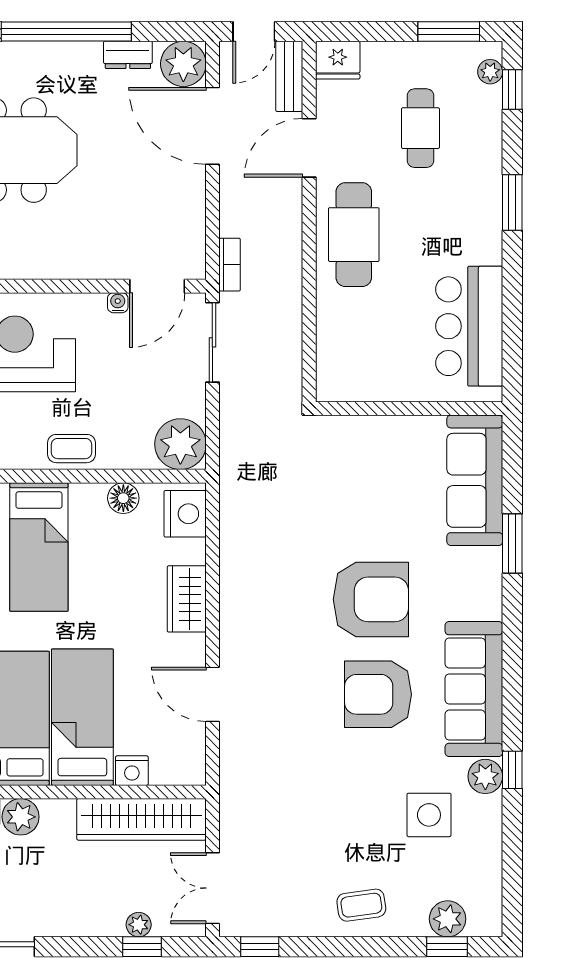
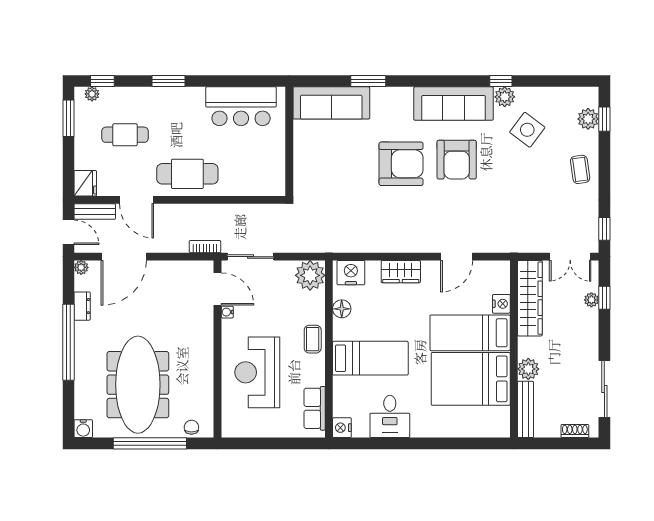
plant: (183, 64) -> (81, 267), width x0.53, depth x0.53
armchair: (371, 599) -> (401, 164), turned 90
side table: (429, 815) -> (527, 130), turned 37

